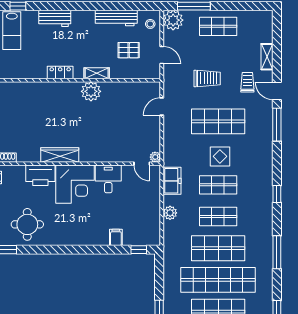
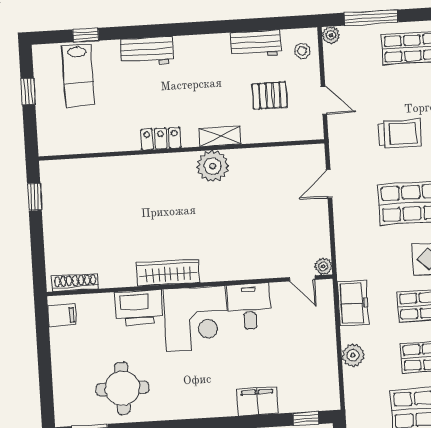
workbench: (116, 18) -> (256, 44), width x0.73
plant: (173, 20) -> (331, 35), width x0.53, depth x0.53
filing cabinet: (116, 237) -> (258, 401), width x2.00

